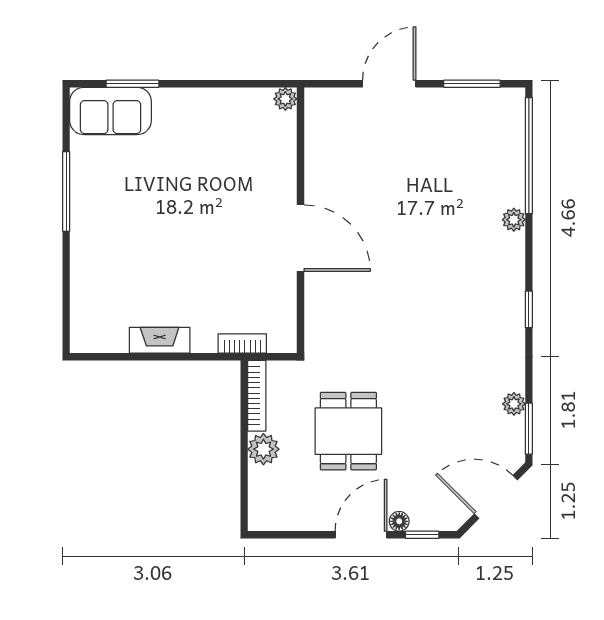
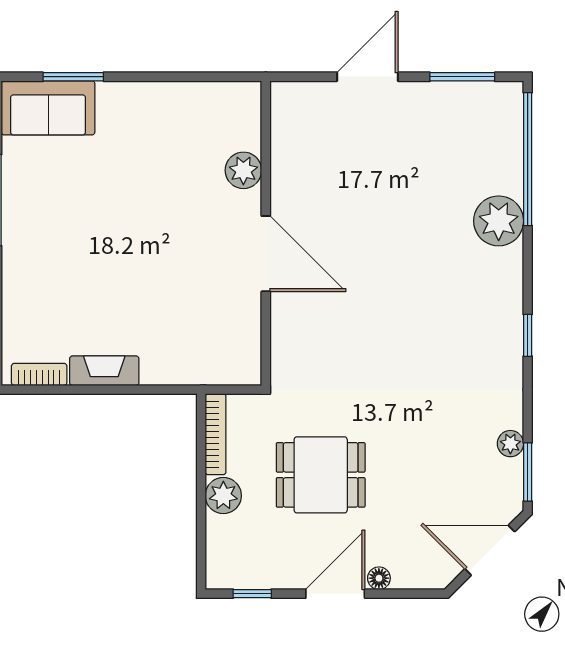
plant: (285, 99) -> (243, 170), moved, width x1.38, depth x1.38
plant: (514, 220) -> (499, 221), width x1.88, depth x1.88
bookcase: (242, 343) -> (39, 374), moved
dining table: (348, 431) -> (321, 475), turned 90
window: (422, 535) -> (252, 594), moved

